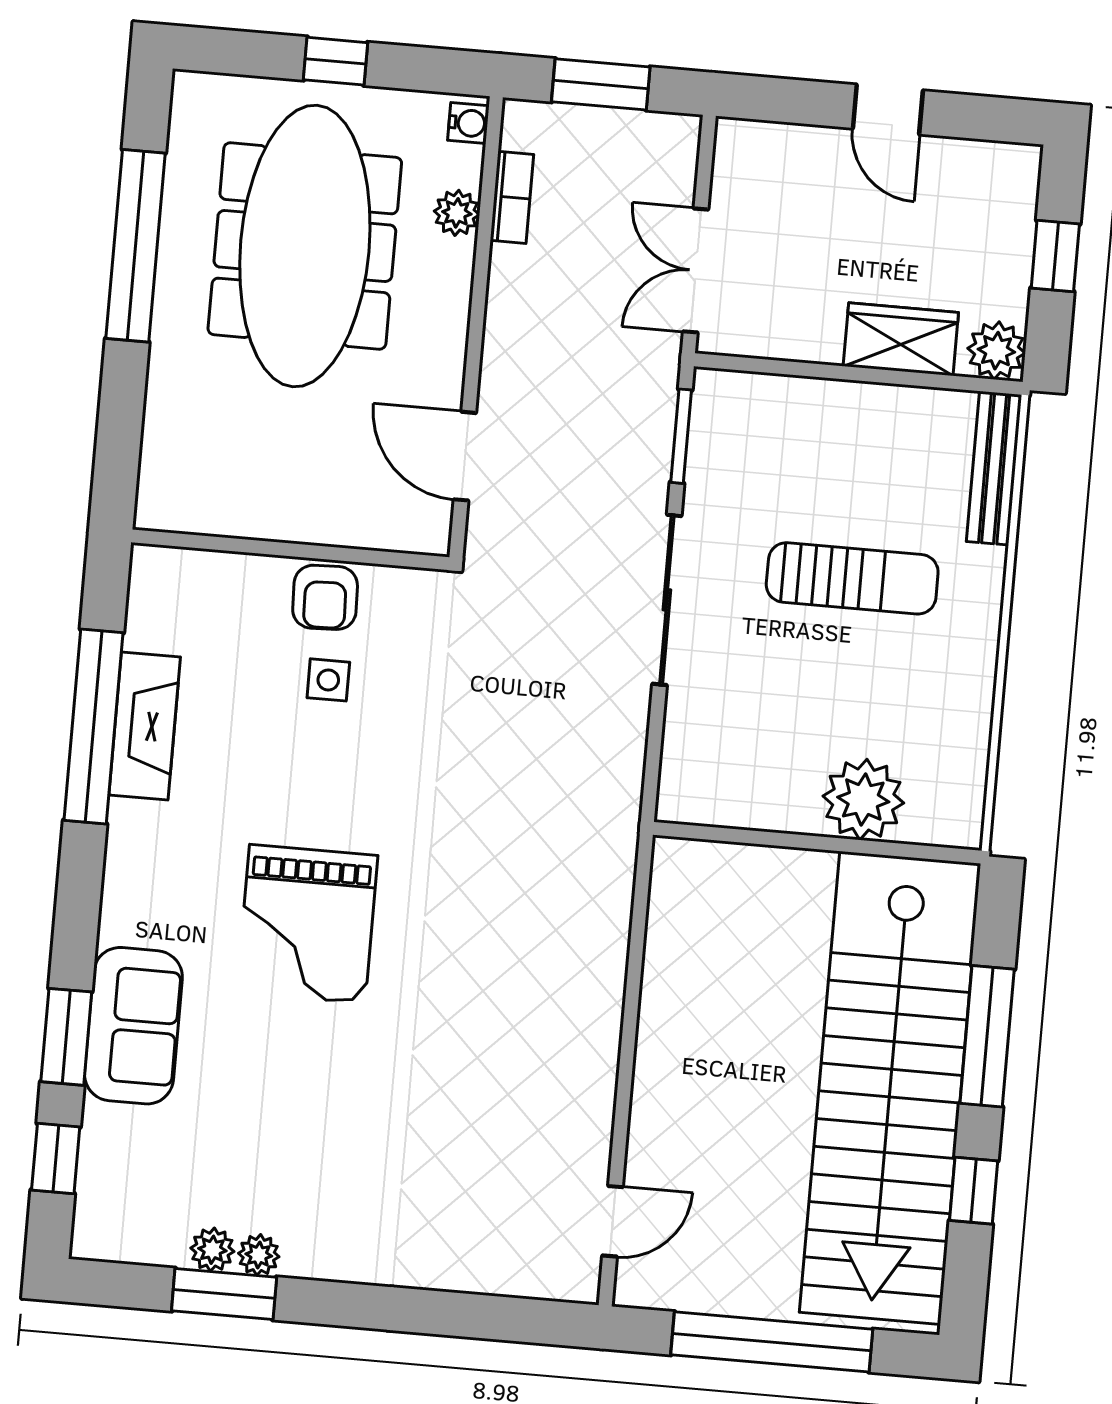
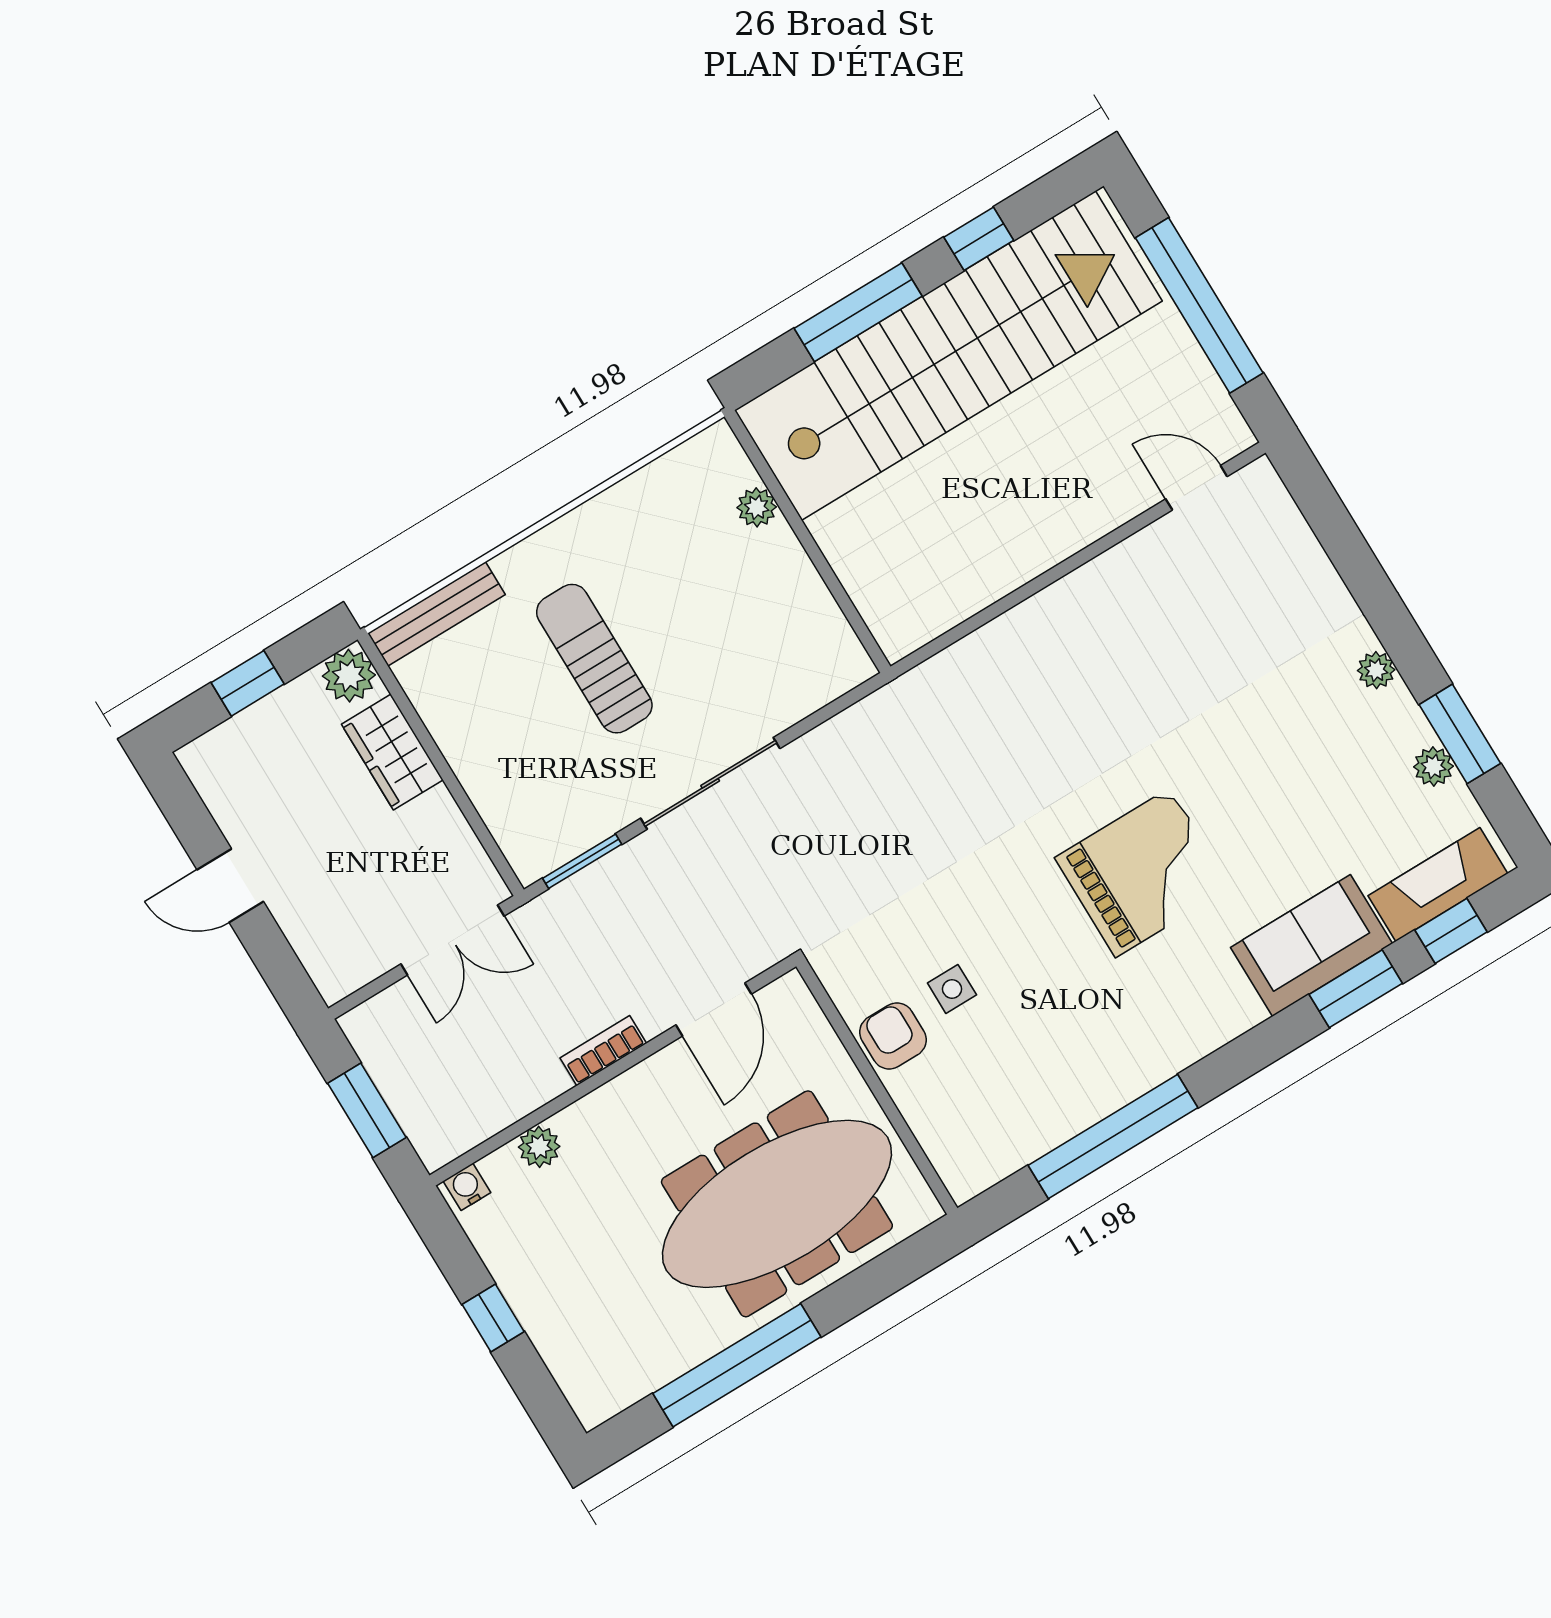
door: (888, 109) -> (230, 886), swing flipped
bookcase: (512, 197) -> (603, 1051), moved
meeting table: (305, 246) -> (777, 1204), moved
armchair: (325, 597) -> (893, 1036), turned -88
fireplace: (145, 726) -> (1438, 885), moved
plant: (863, 799) -> (757, 507), width x0.53, depth x0.53
plant: (259, 1255) -> (1376, 670), moved

